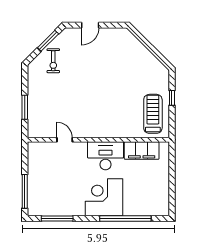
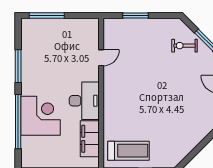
corner desk: (104, 197) -> (40, 116), moved
window: (57, 219) -> (18, 66), moved

